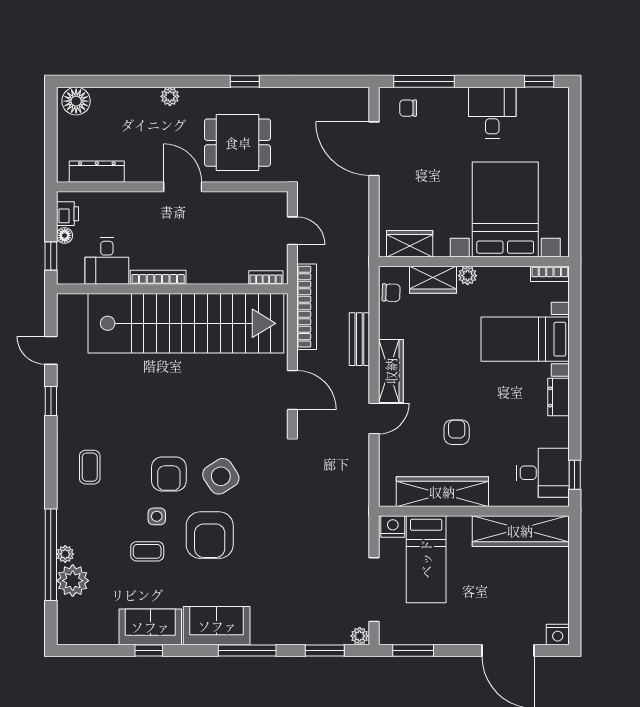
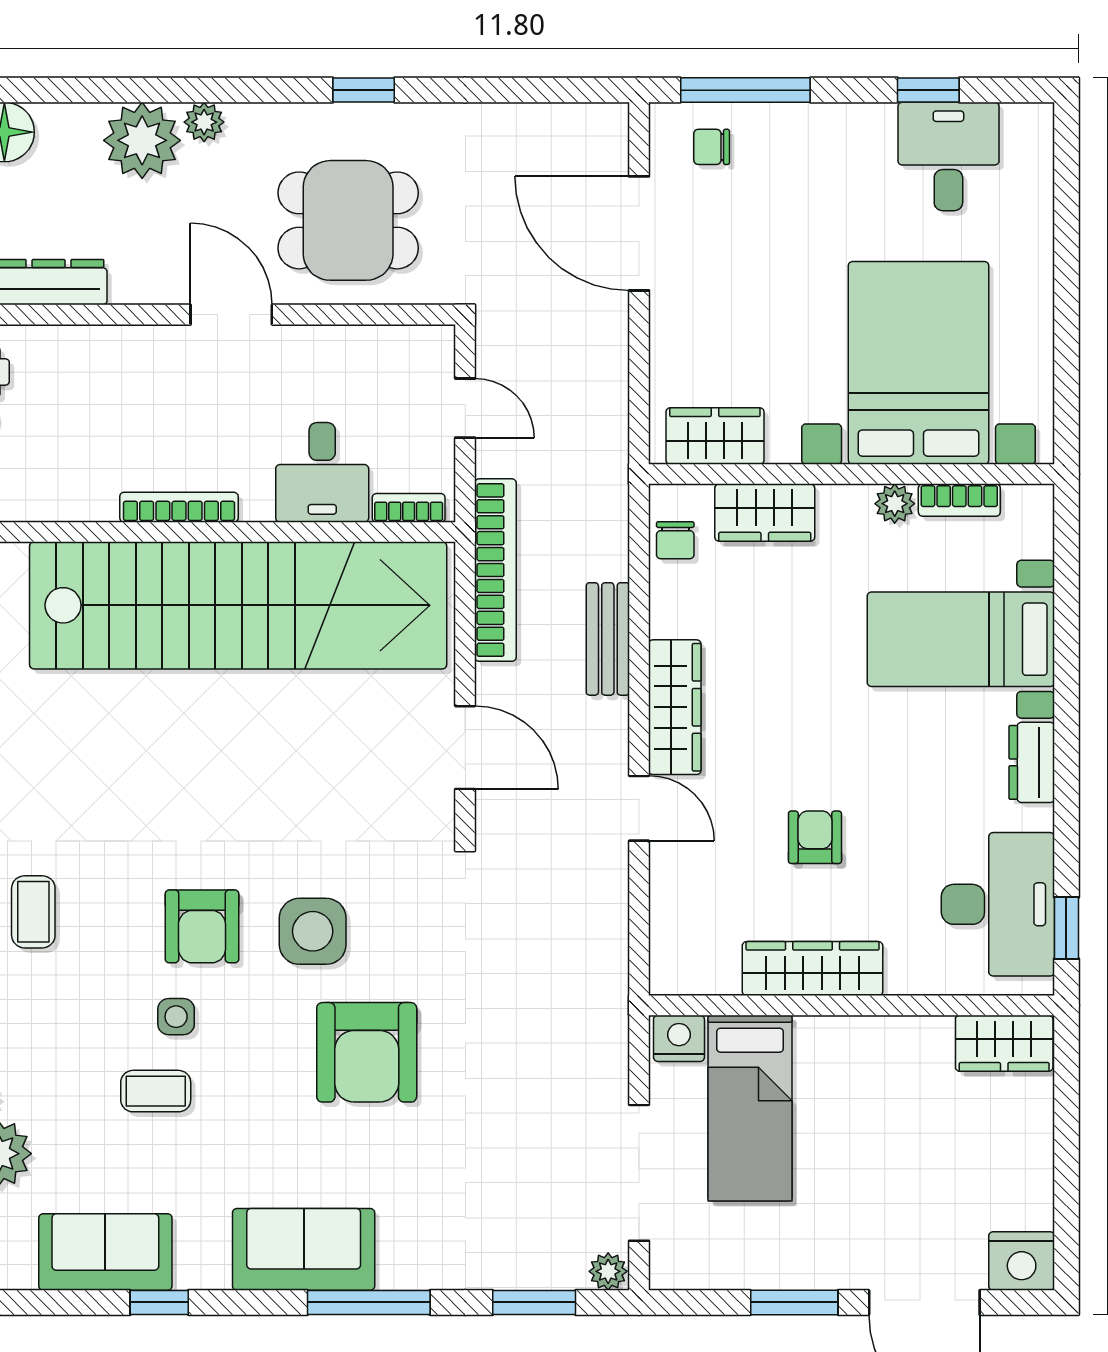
window: (539, 81) -> (928, 90), moved
plant: (141, 105) -> (142, 140), added
desk: (492, 113) -> (948, 156), moved
desk: (107, 261) -> (322, 472), moved
bookcase: (550, 274) -> (959, 500), moved
plant: (468, 276) -> (895, 504), moved
chair: (391, 293) -> (675, 540), turned 88
door: (374, 419) -> (639, 808), hinge flipped
desk: (543, 473) -> (998, 904), width x1.37
side table: (221, 476) -> (313, 931), turned 33
wardrobe: (442, 492) -> (813, 969), width x0.71, depth x0.85
wardrobe: (520, 531) -> (1004, 1043), width x0.48, depth x0.85
armchair: (210, 535) -> (367, 1052), moved
sofa: (150, 627) -> (105, 1252), moved
nightstand: (558, 634) -> (1022, 1261), width x1.36, depth x1.33
window: (413, 651) -> (794, 1302), moved

